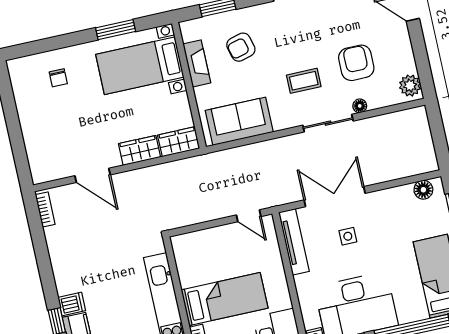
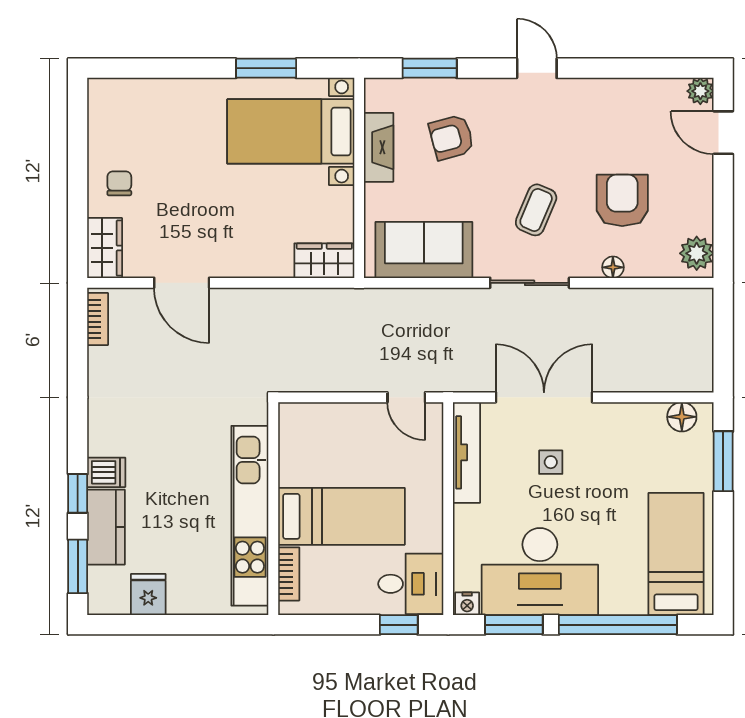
chair: (58, 78) -> (119, 183), moved, turned 180
coffee table: (304, 81) -> (536, 210), turned -67
sliding door: (328, 123) -> (530, 283), moved
wardrobe: (139, 150) -> (105, 248), moved, turned 90

